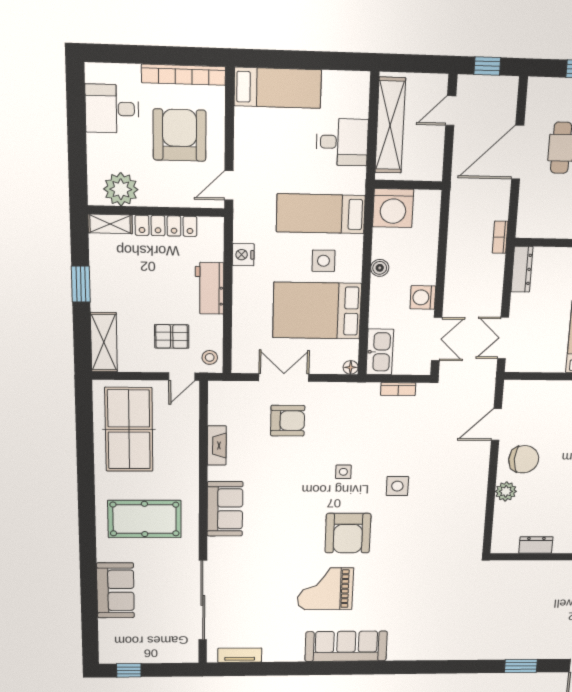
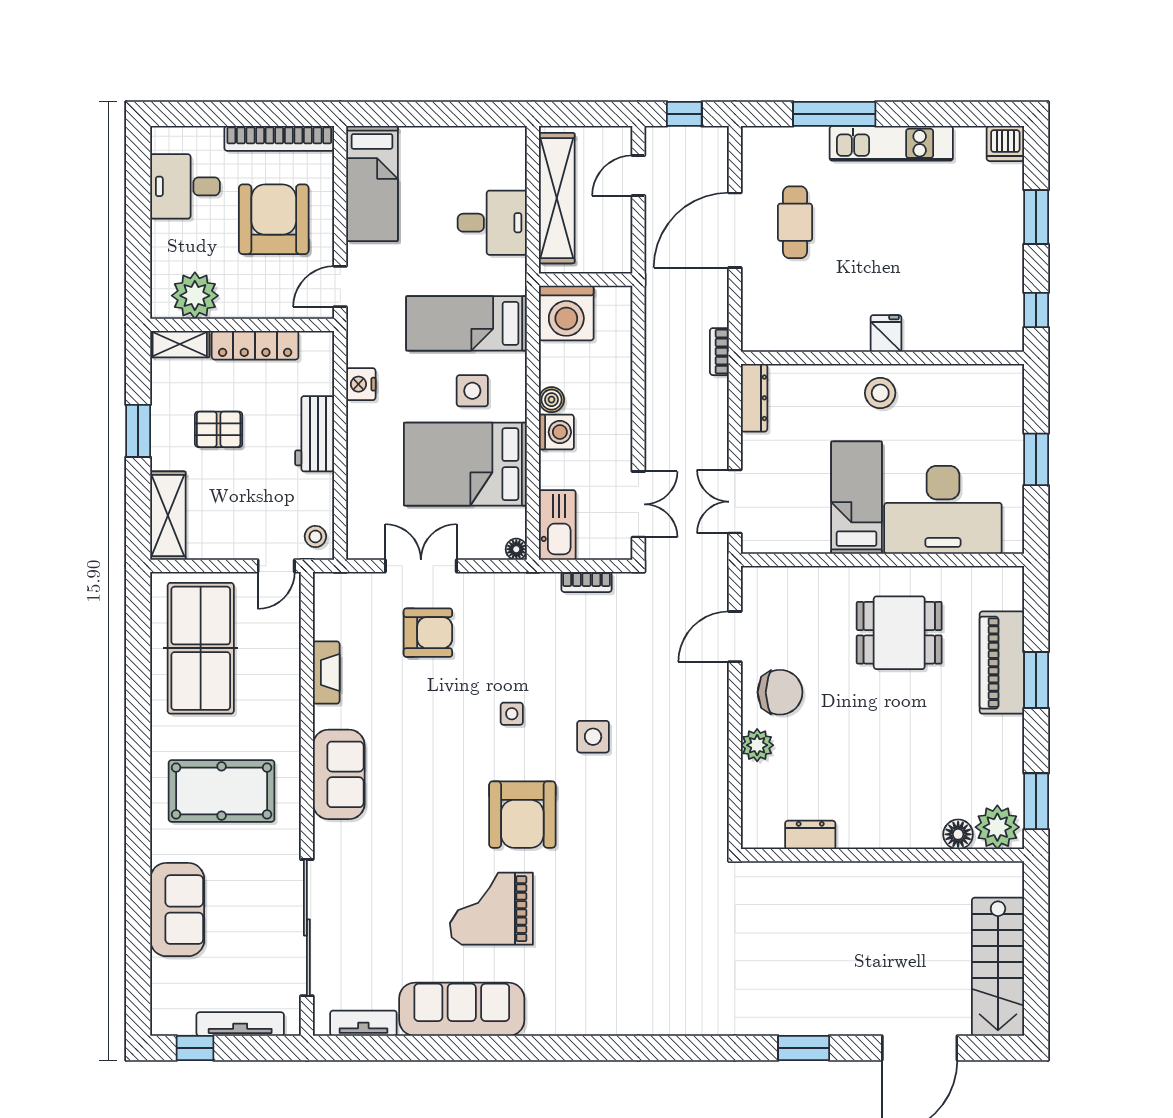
bed: (278, 88) -> (372, 183), moved, turned 90
washing machine: (423, 297) -> (556, 432), moved, turned 180
pallet: (172, 336) -> (219, 429), moved
sofa: (346, 646) -> (462, 1009), moved
tv unit: (159, 656) -> (240, 1024), added

